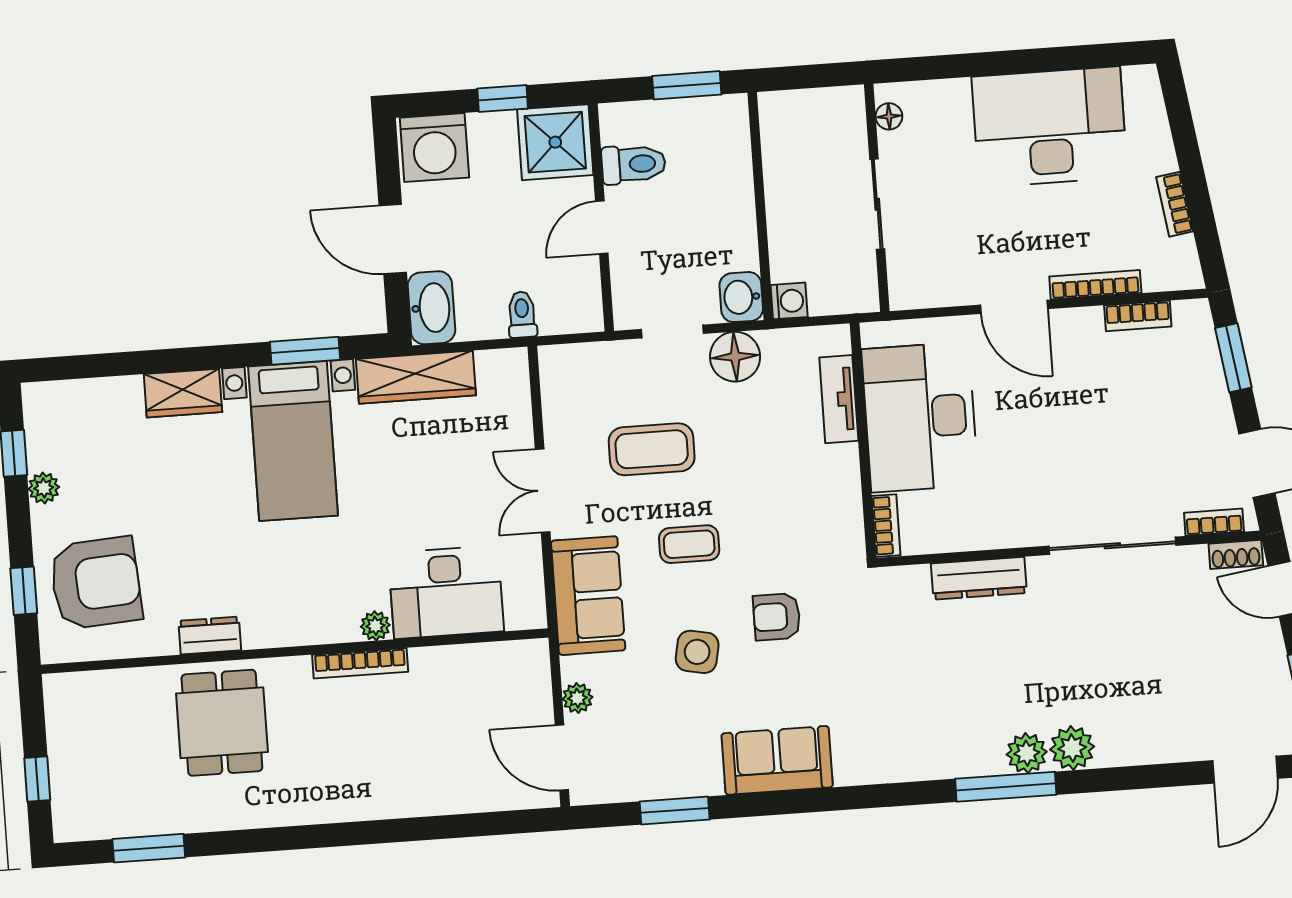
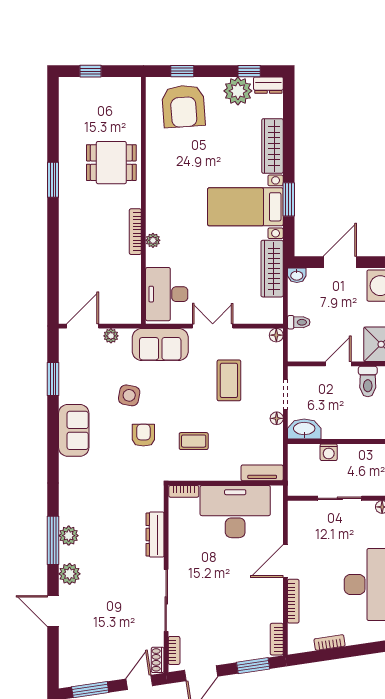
door: (602, 227) -> (338, 364), hinge flipped
washbasin: (741, 297) -> (304, 429), width x1.38
washing machine: (789, 301) -> (329, 452), moved
washbasin: (431, 308) -> (297, 275), width x0.52, depth x0.69
bookcase: (1138, 316) -> (277, 639), moved
window: (305, 351) -> (289, 199), moved
floor lamp: (735, 357) -> (277, 418), width x0.53, depth x0.53
floor lamp: (552, 359) -> (276, 335), added
wardrobe: (183, 393) -> (272, 146), width x1.50
tv unit: (839, 399) -> (262, 473), moved
plant: (44, 488) -> (238, 91), width x1.88, depth x1.88
coffee table: (689, 544) -> (194, 441), moved, turned 90
desk: (446, 592) -> (167, 294), moved
dresser: (210, 636) -> (268, 85), moved, turned 90
plant: (1027, 753) -> (69, 536), moved
door: (1245, 770) -> (53, 611), moved
window: (149, 848) -> (53, 180), moved

